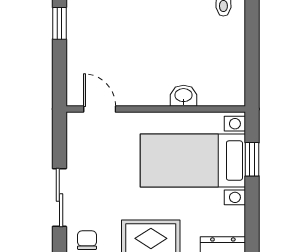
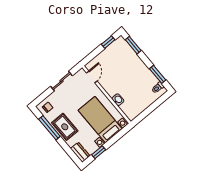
window: (252, 159) -> (99, 152), moved
sliding door: (59, 197) -> (61, 81), moved

